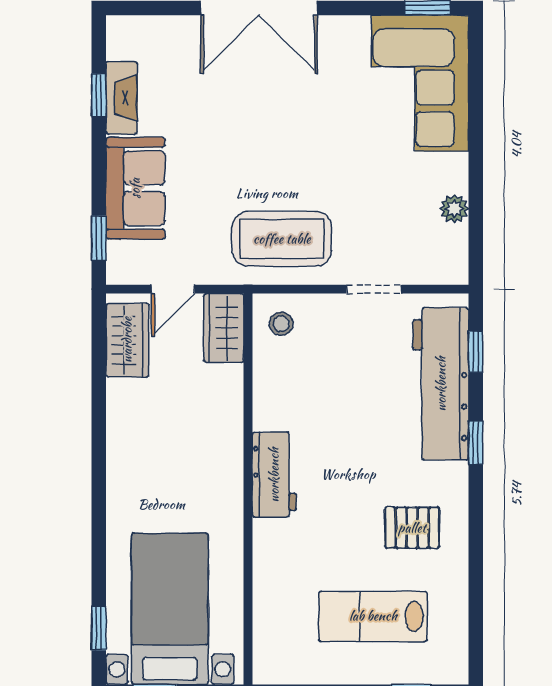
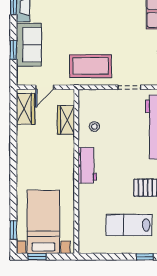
window: (99, 238) -> (13, 50), moved
stool: (281, 324) -> (94, 127), moved
wardrobe: (224, 328) -> (66, 120), moved

